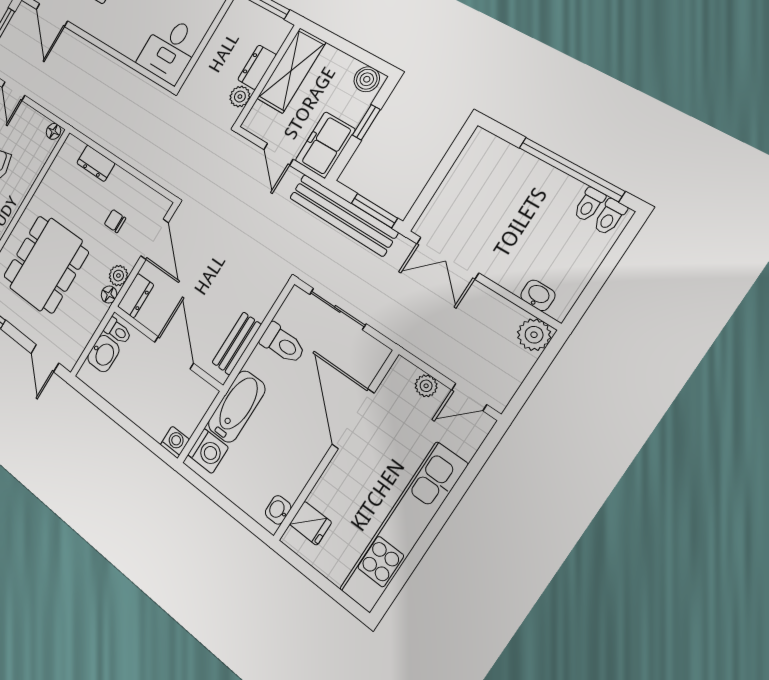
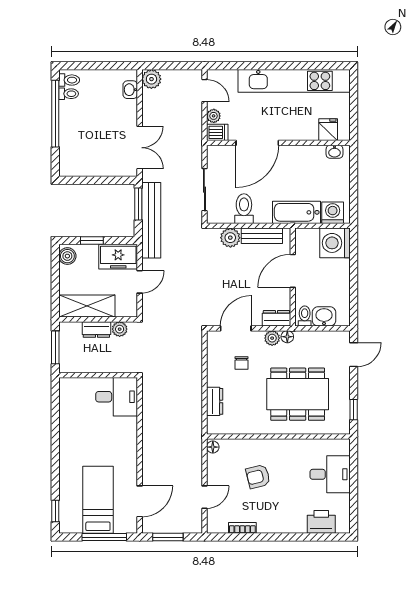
plant: (259, 302) -> (230, 238), added
dishwasher: (401, 376) -> (217, 132), added
washing machine: (175, 442) -> (335, 243), width x1.89, depth x1.89

